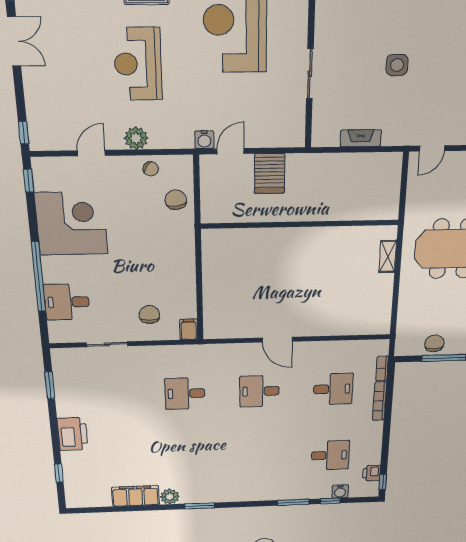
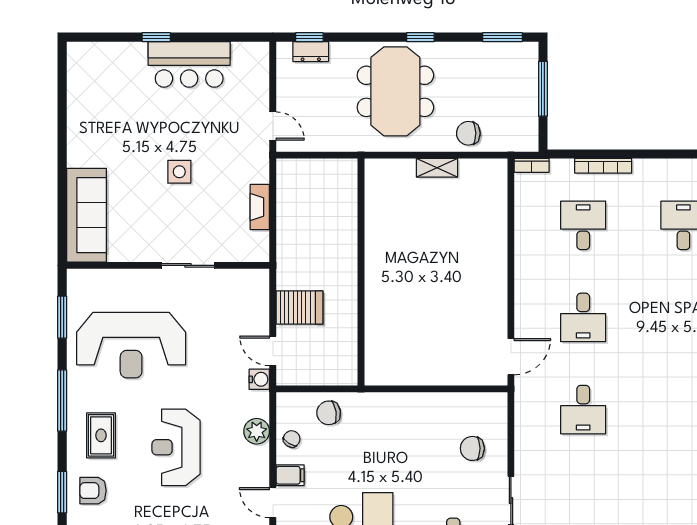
reception desk: (138, 64) -> (176, 447), turned 90
plant: (136, 138) -> (257, 431), moved
shelving: (388, 256) -> (437, 168), moved
filing cabinet: (189, 329) -> (290, 475), moved, turned 180
door: (277, 340) -> (511, 357), moved
chair: (434, 343) -> (468, 133), moved
bookcase: (382, 368) -> (532, 165), moved

